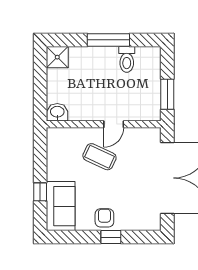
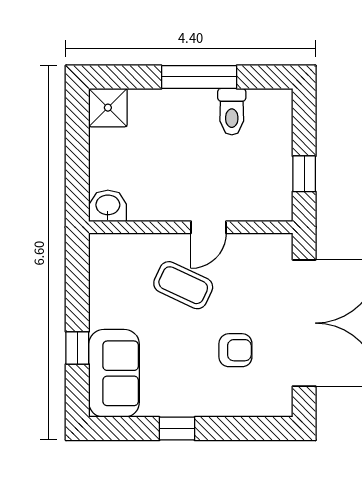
window: (167, 94) -> (304, 174), width x0.67
armchair: (104, 218) -> (235, 350), moved, turned 90
window: (111, 237) -> (177, 429), moved

